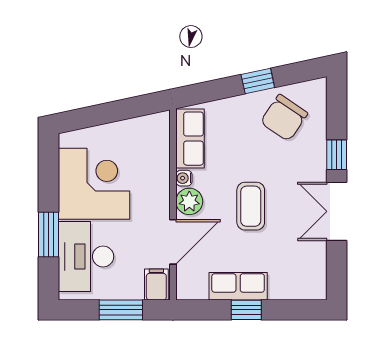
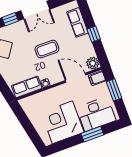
plant: (189, 201) -> (93, 63), moved
row of seats: (238, 286) -> (78, 22), moved

